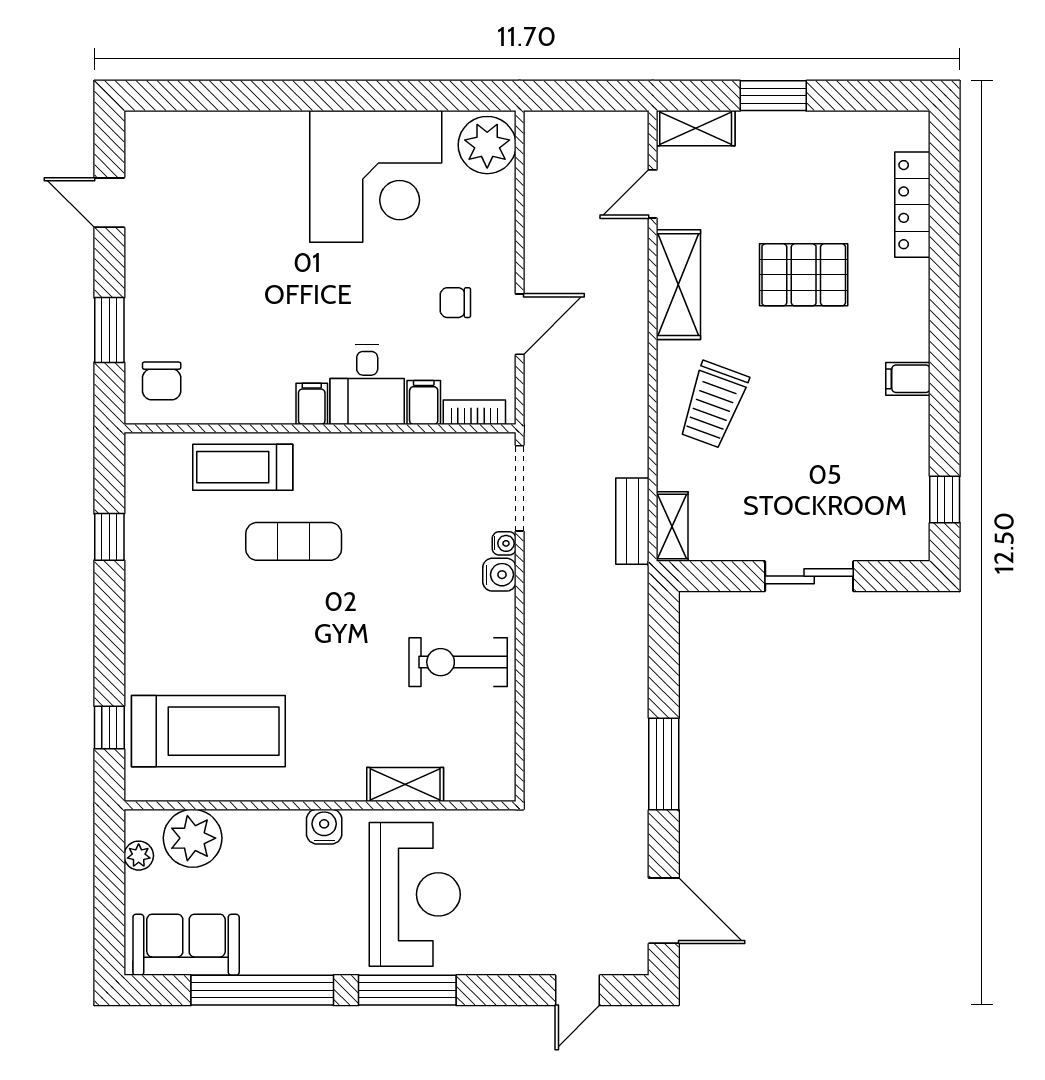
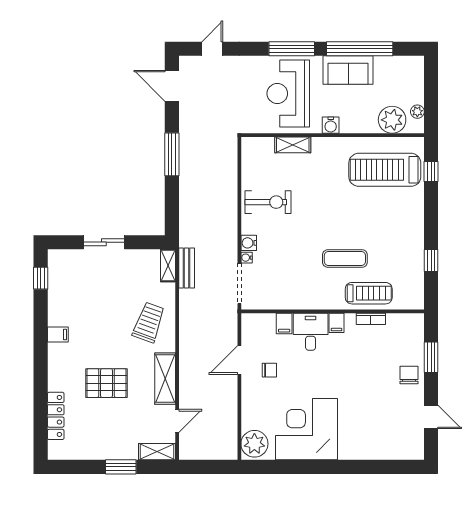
chair: (162, 381) -> (409, 375), moved
bookcase: (474, 412) -> (371, 319), moved
sofa: (186, 945) -> (348, 70), moved

